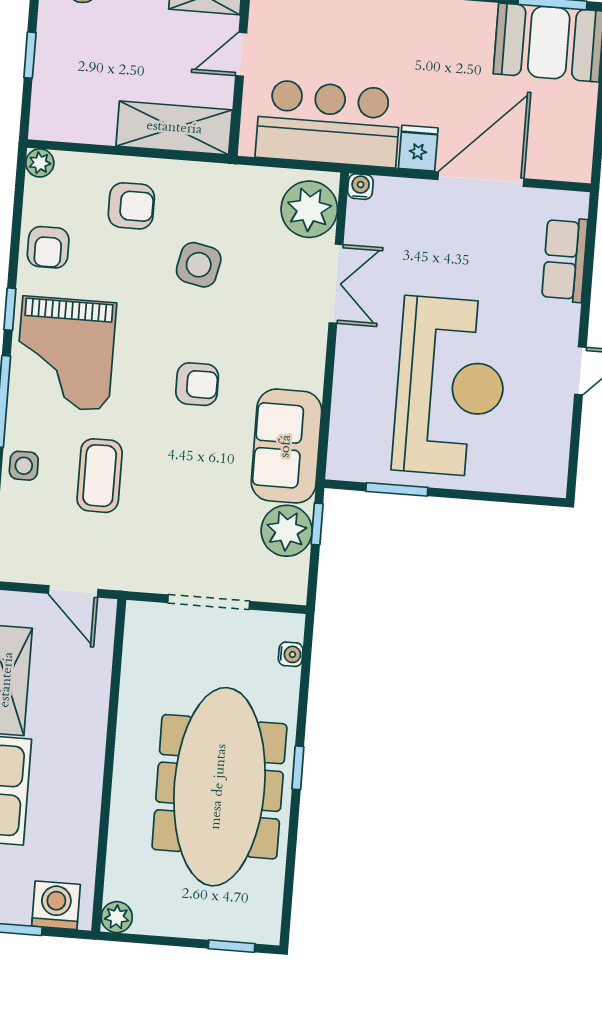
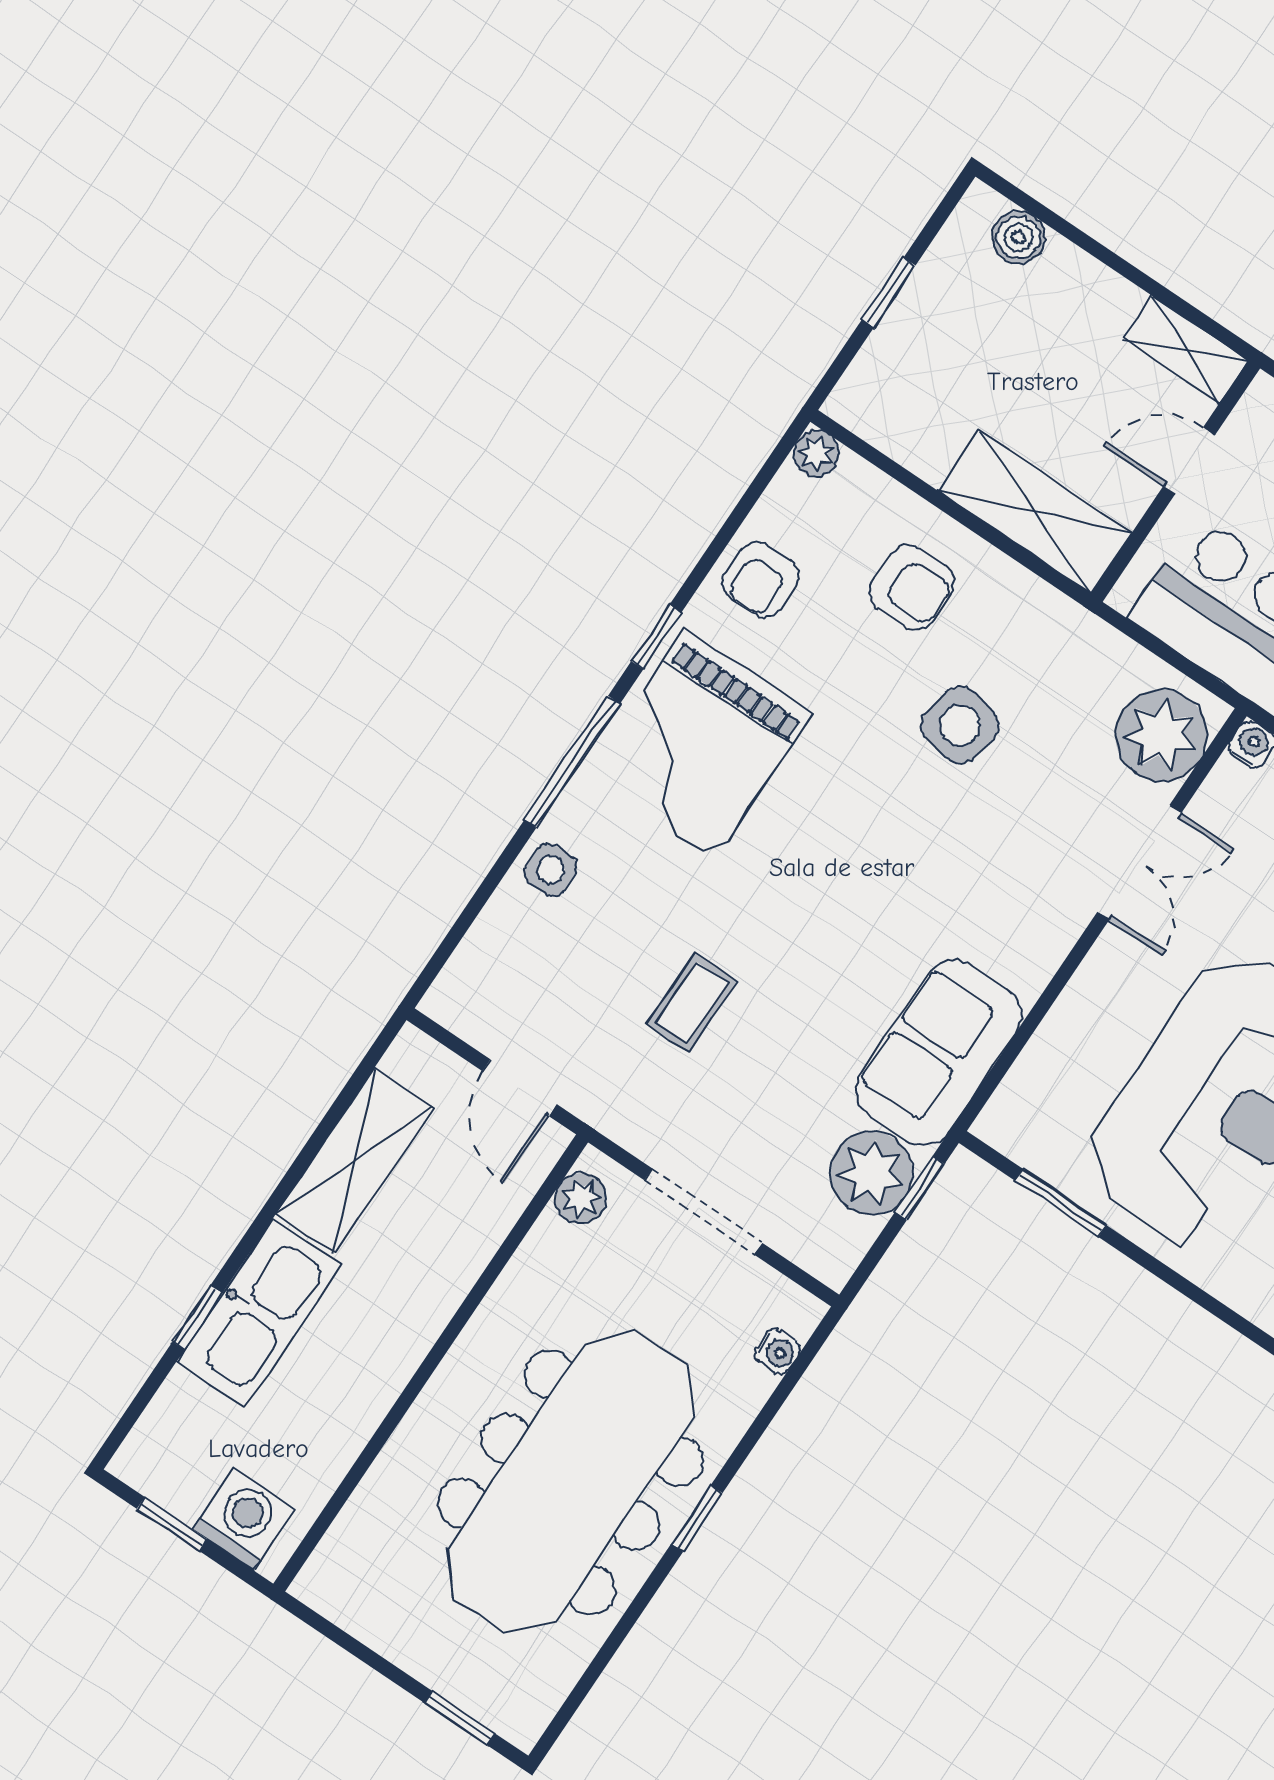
armchair: (197, 384) -> (862, 893), removed
coffee table: (100, 476) -> (692, 1002), moved, width x0.73, depth x0.77
plant: (117, 917) -> (581, 1198), moved

